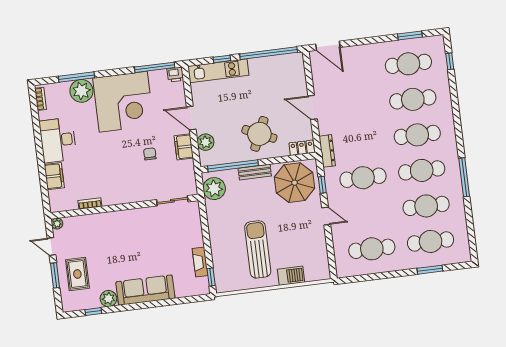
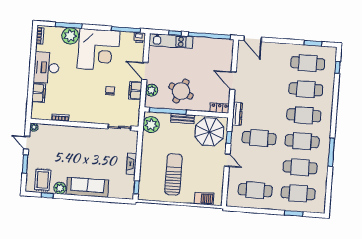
round table: (259, 134) -> (181, 91), moved
fireplace: (200, 262) -> (131, 164), moved
rug: (77, 274) -> (43, 180), moved
barbecue: (291, 276) -> (204, 199), moved

